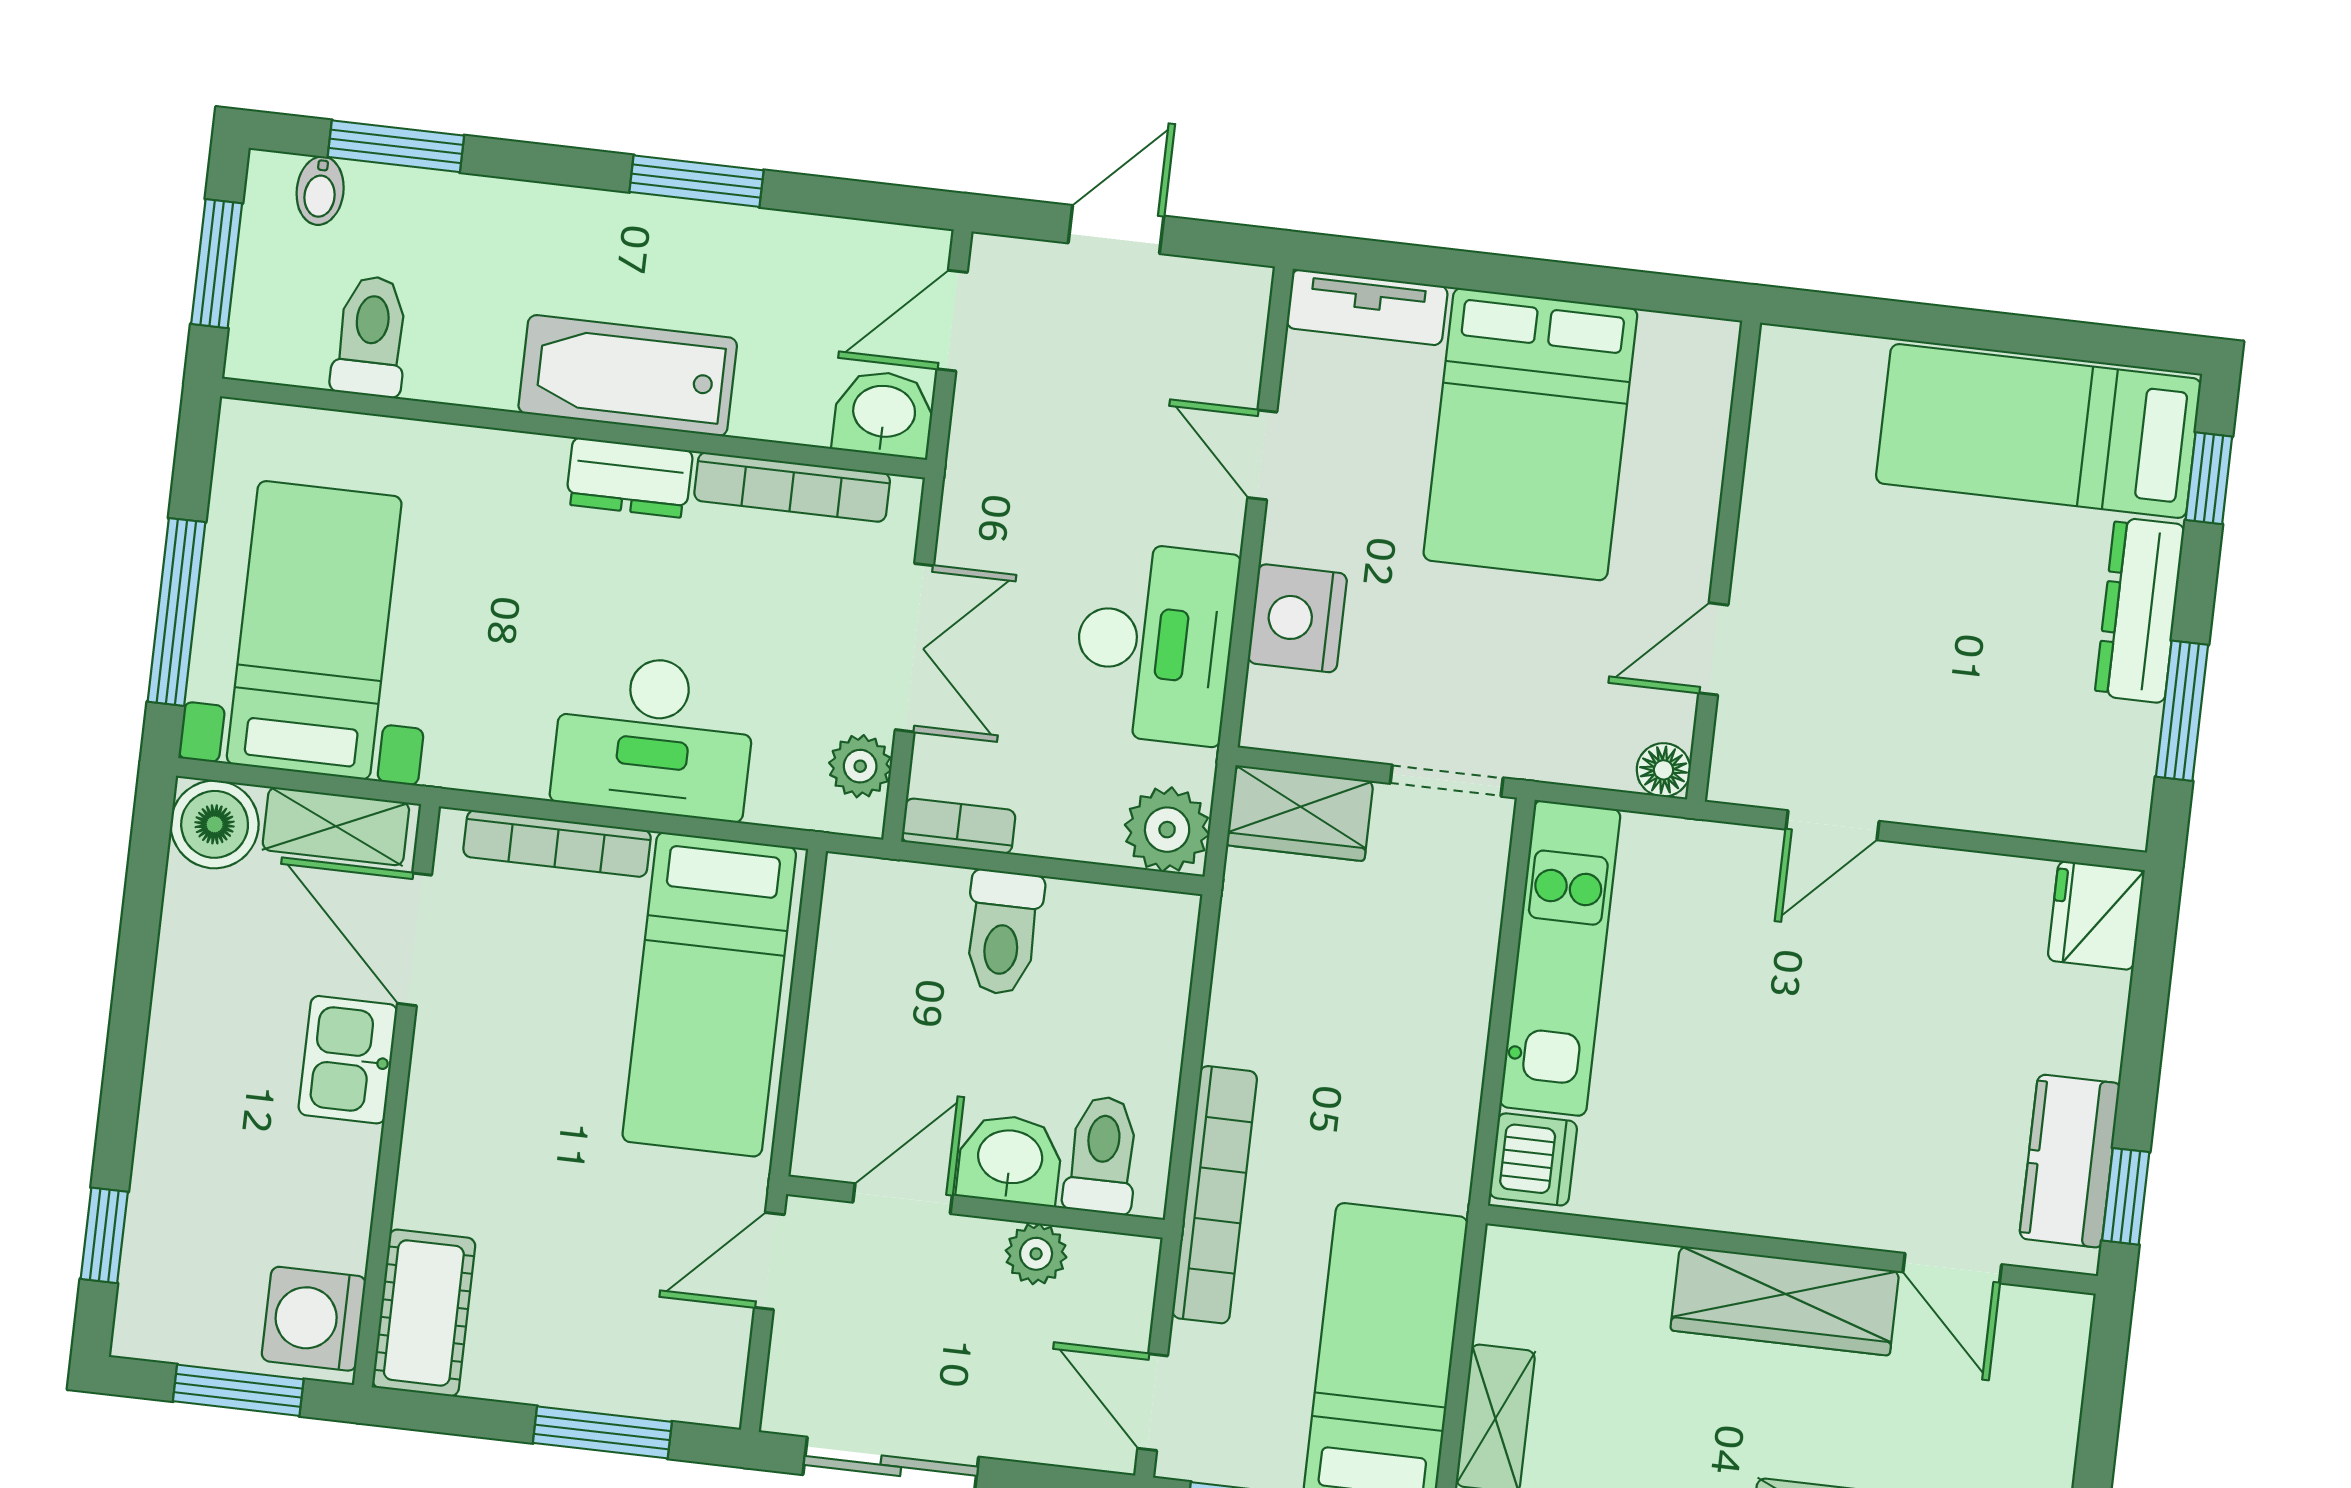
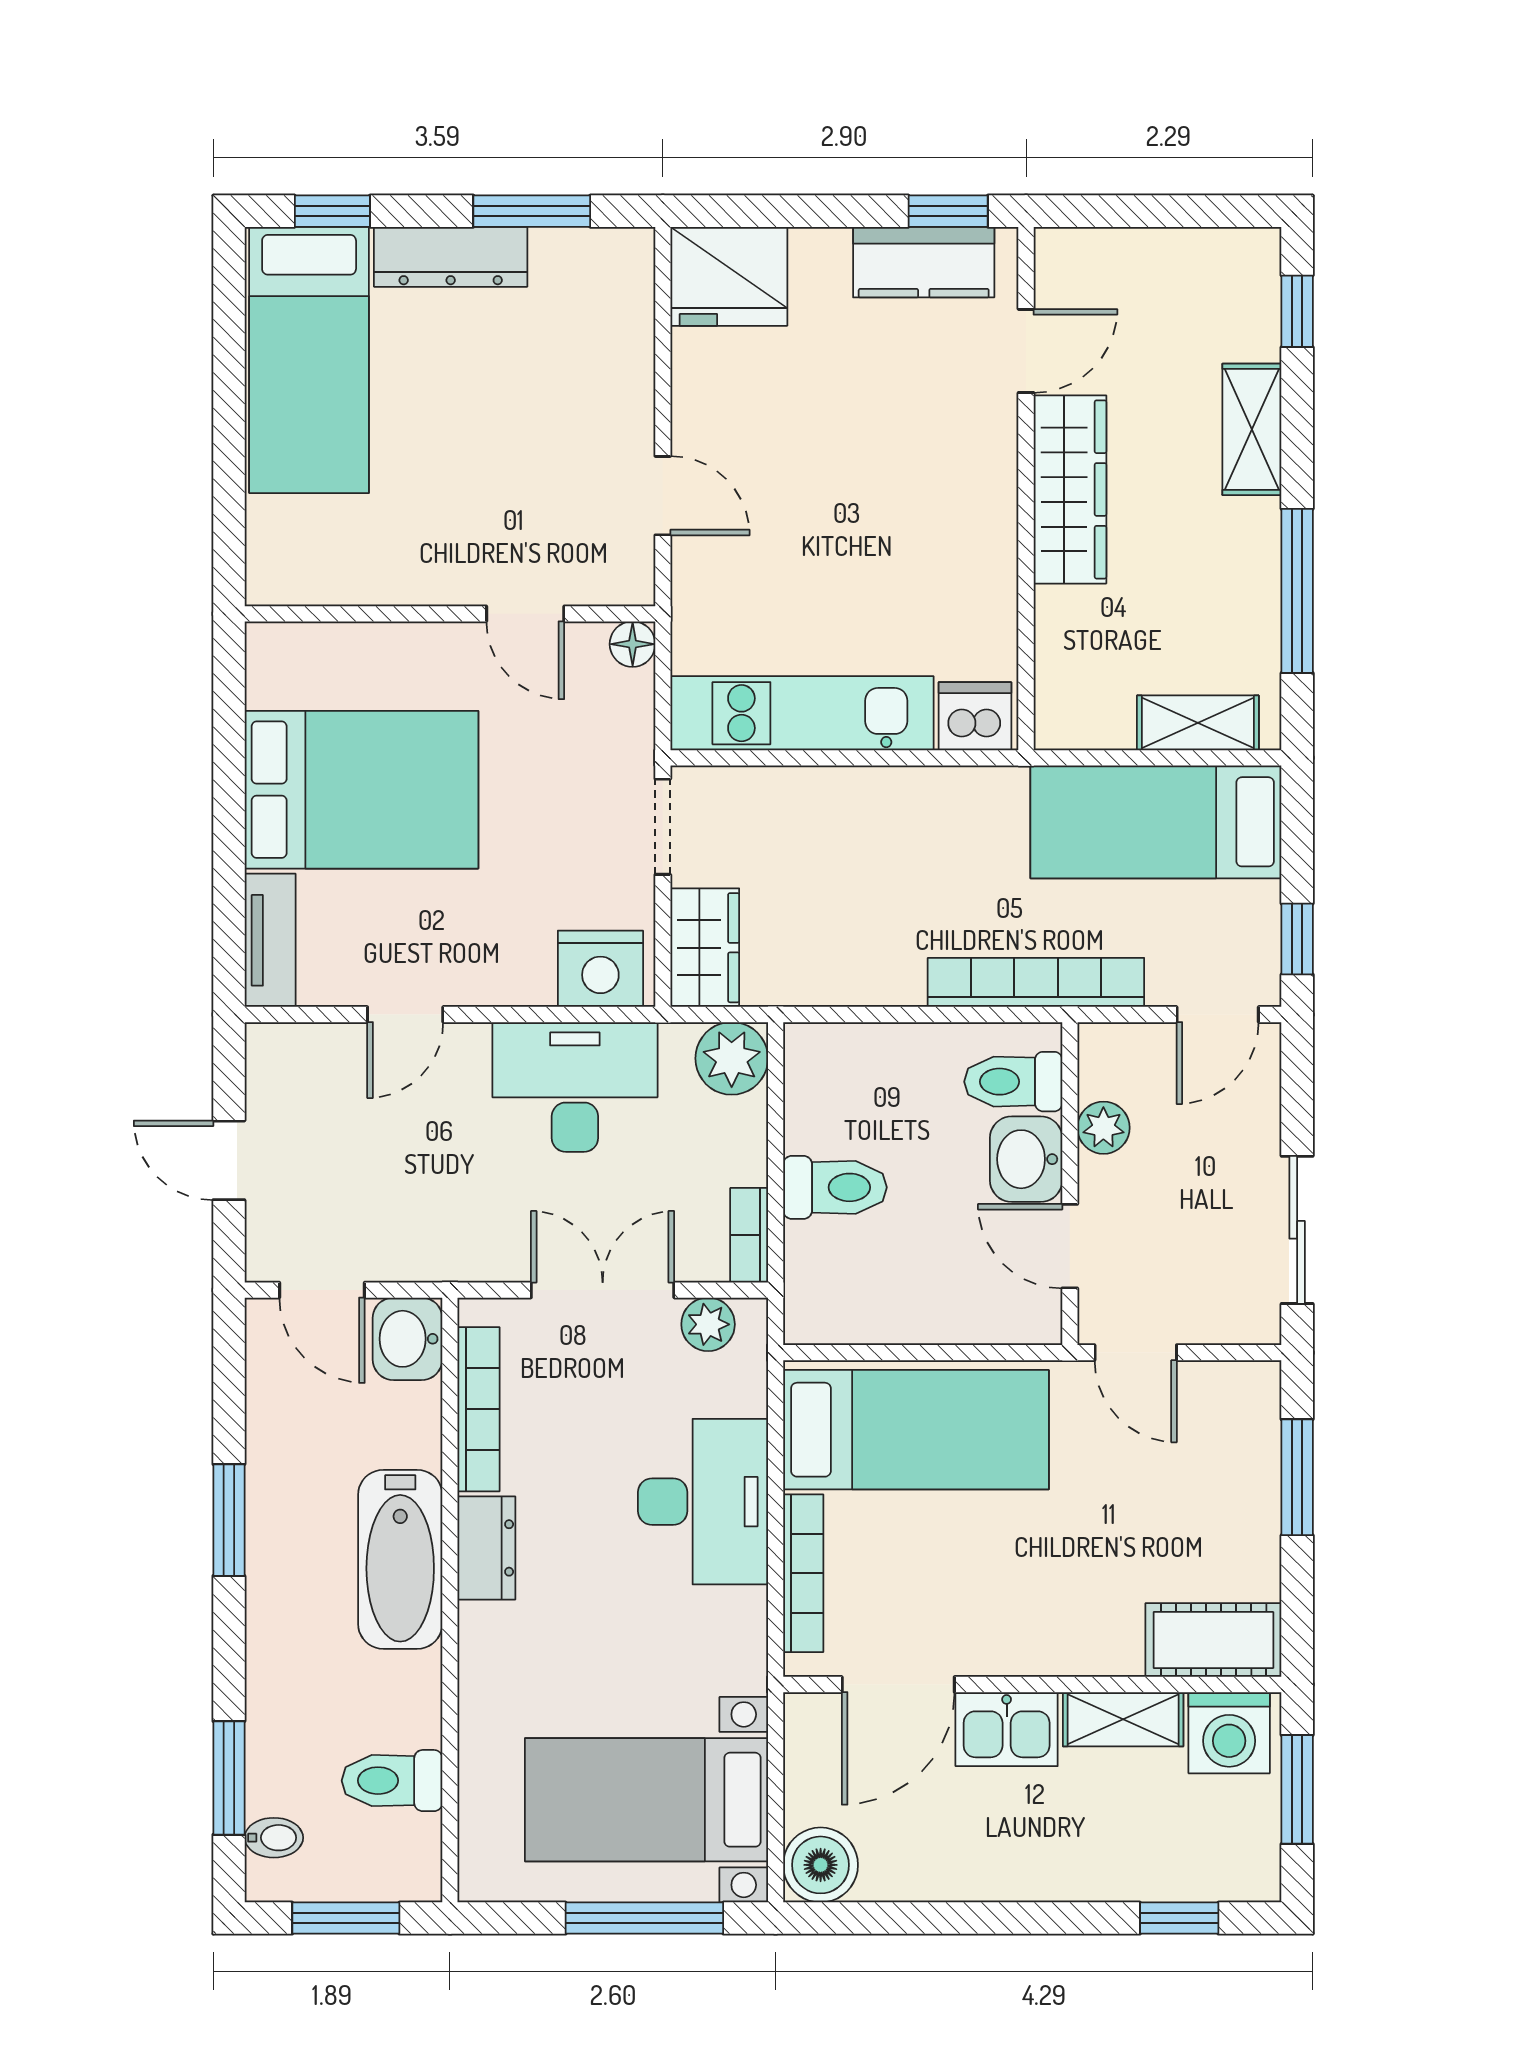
nightstand: (1297, 618) -> (600, 969), moved
shelving: (336, 826) -> (1123, 1719), moved, turned 90
fridge: (2096, 915) -> (729, 276), width x1.36, depth x1.34

